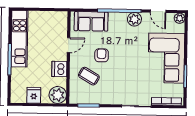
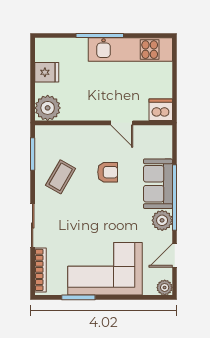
sofa: (91, 21) -> (158, 184), moved
dishwasher: (59, 69) -> (161, 110), moved
coffee table: (89, 76) -> (61, 177), moved

